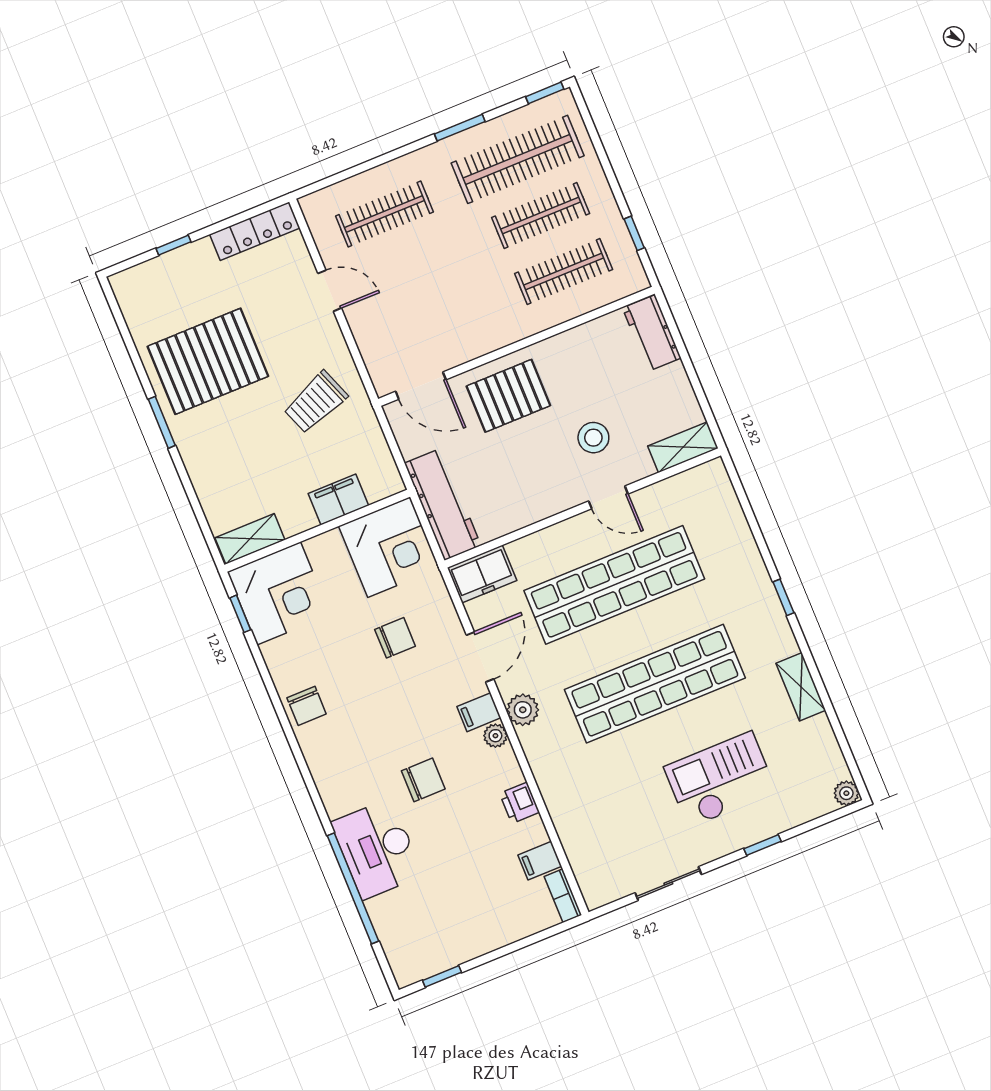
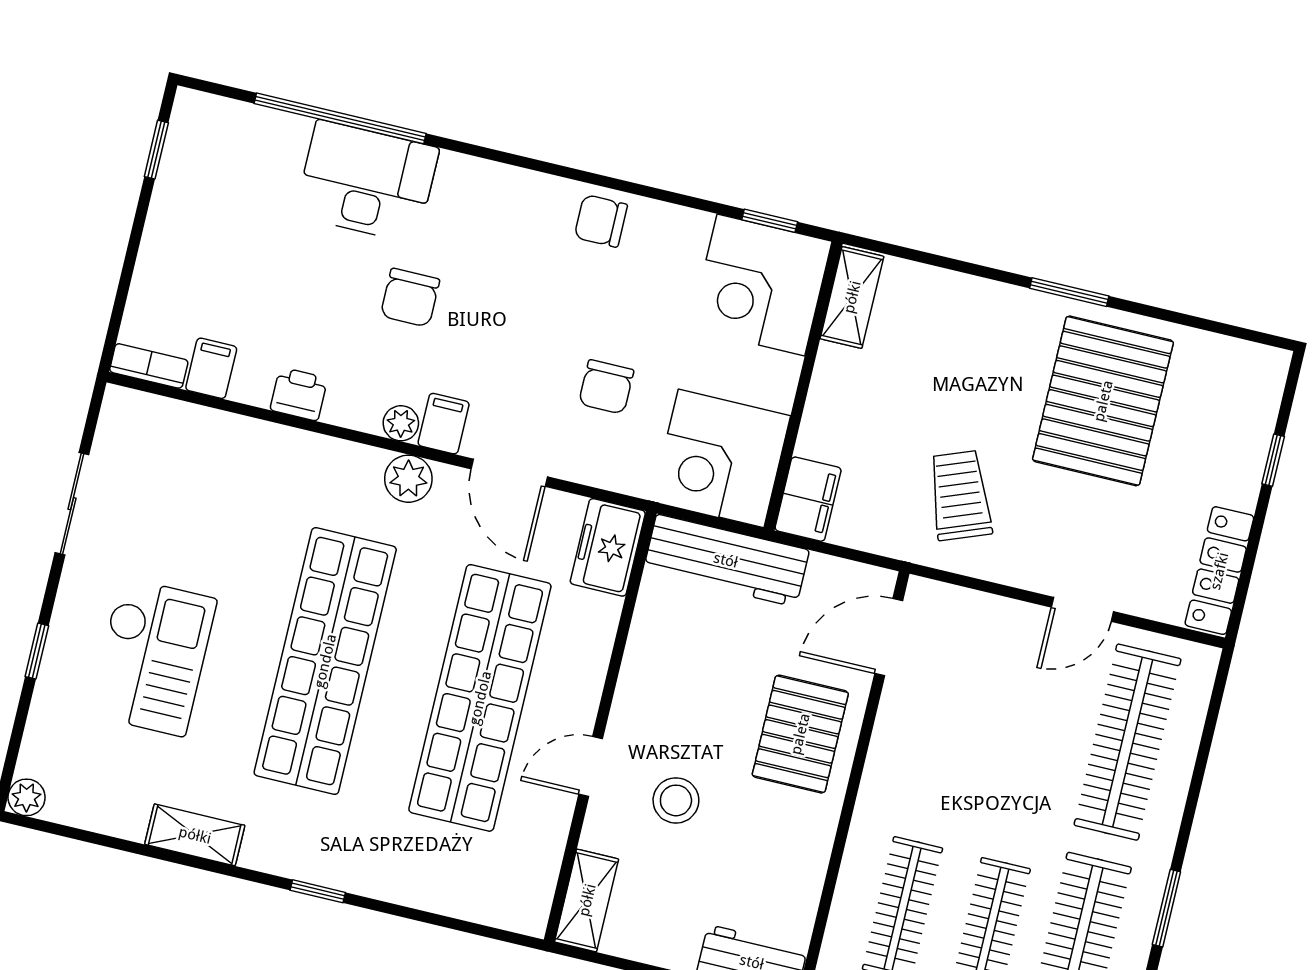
clothes rail: (384, 214) -> (1128, 742), width x1.37, depth x1.31
filing cabinet: (338, 500) -> (808, 499), moved

